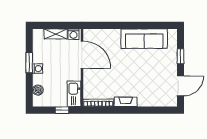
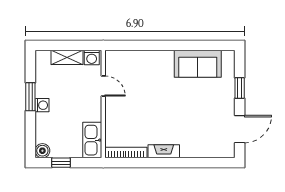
sofa: (144, 39) -> (198, 64), width x0.73
door: (82, 55) -> (103, 86), width x0.53
boiler: (38, 90) -> (42, 151), moved
window: (62, 110) -> (61, 163), moved

